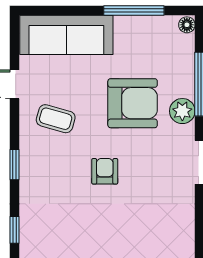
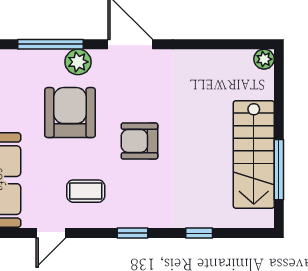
coffee table: (56, 119) -> (86, 191), turned 74
armchair: (105, 171) -> (139, 141), width x1.38, depth x1.38

